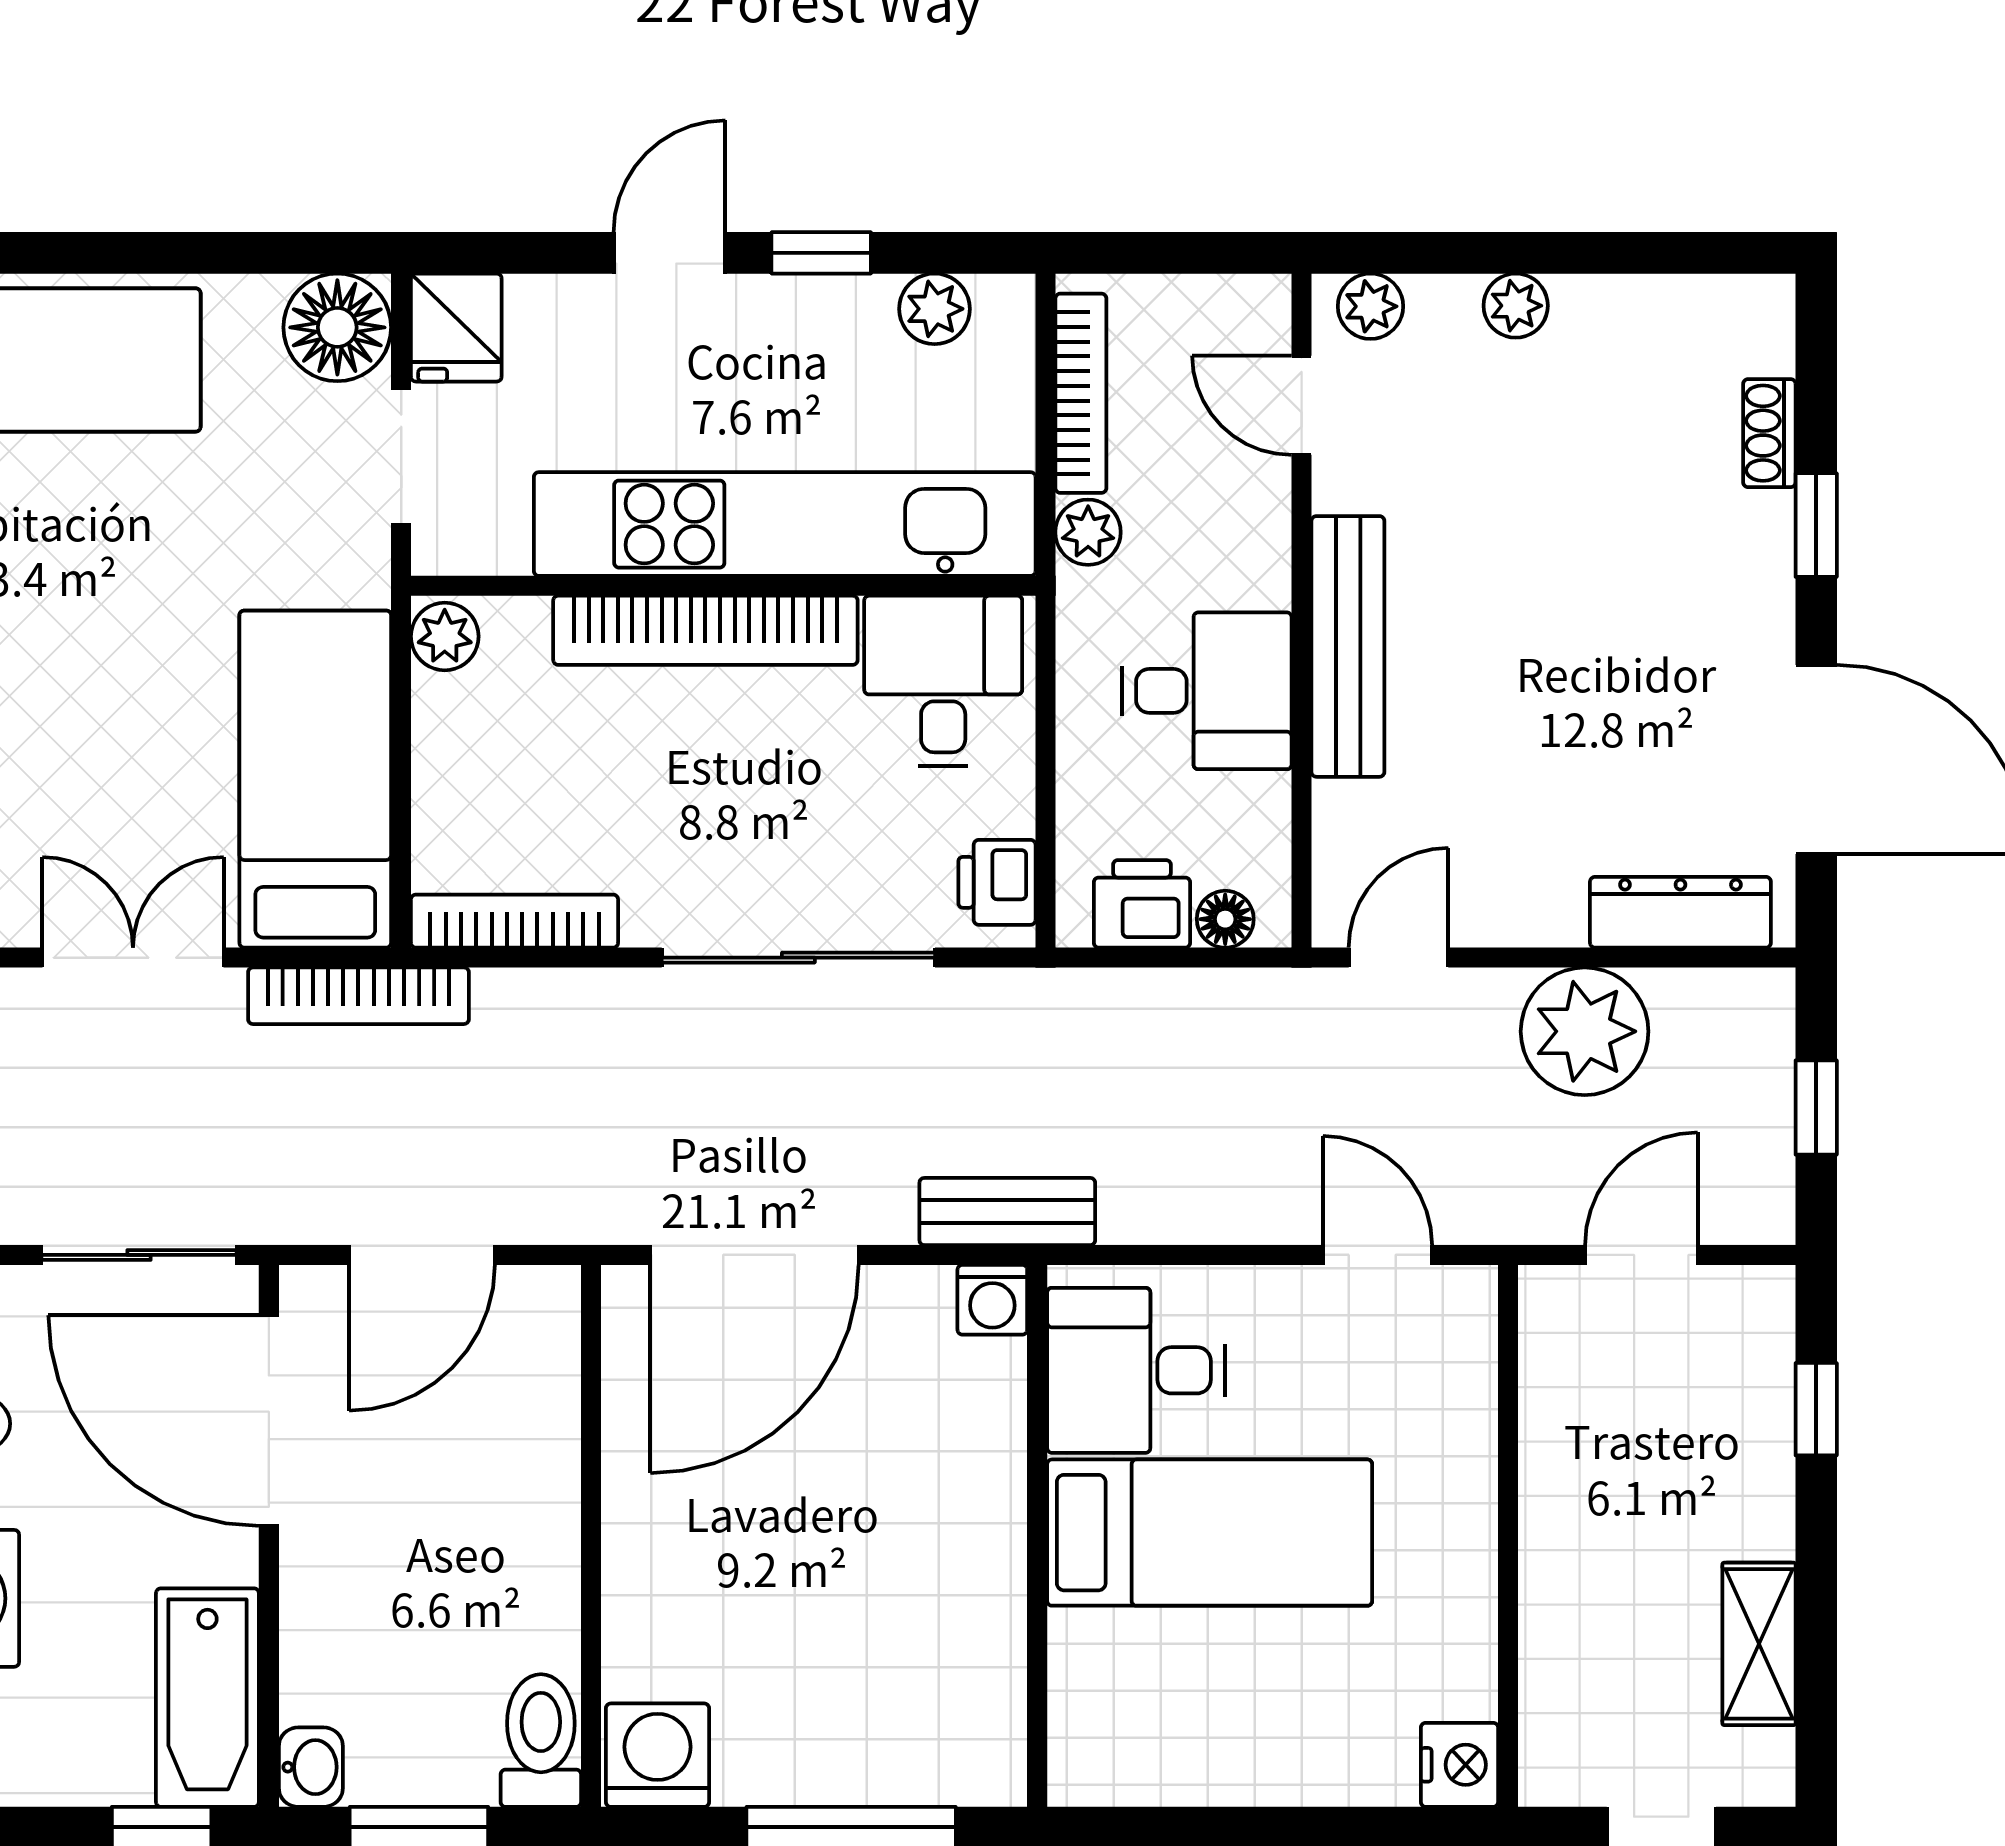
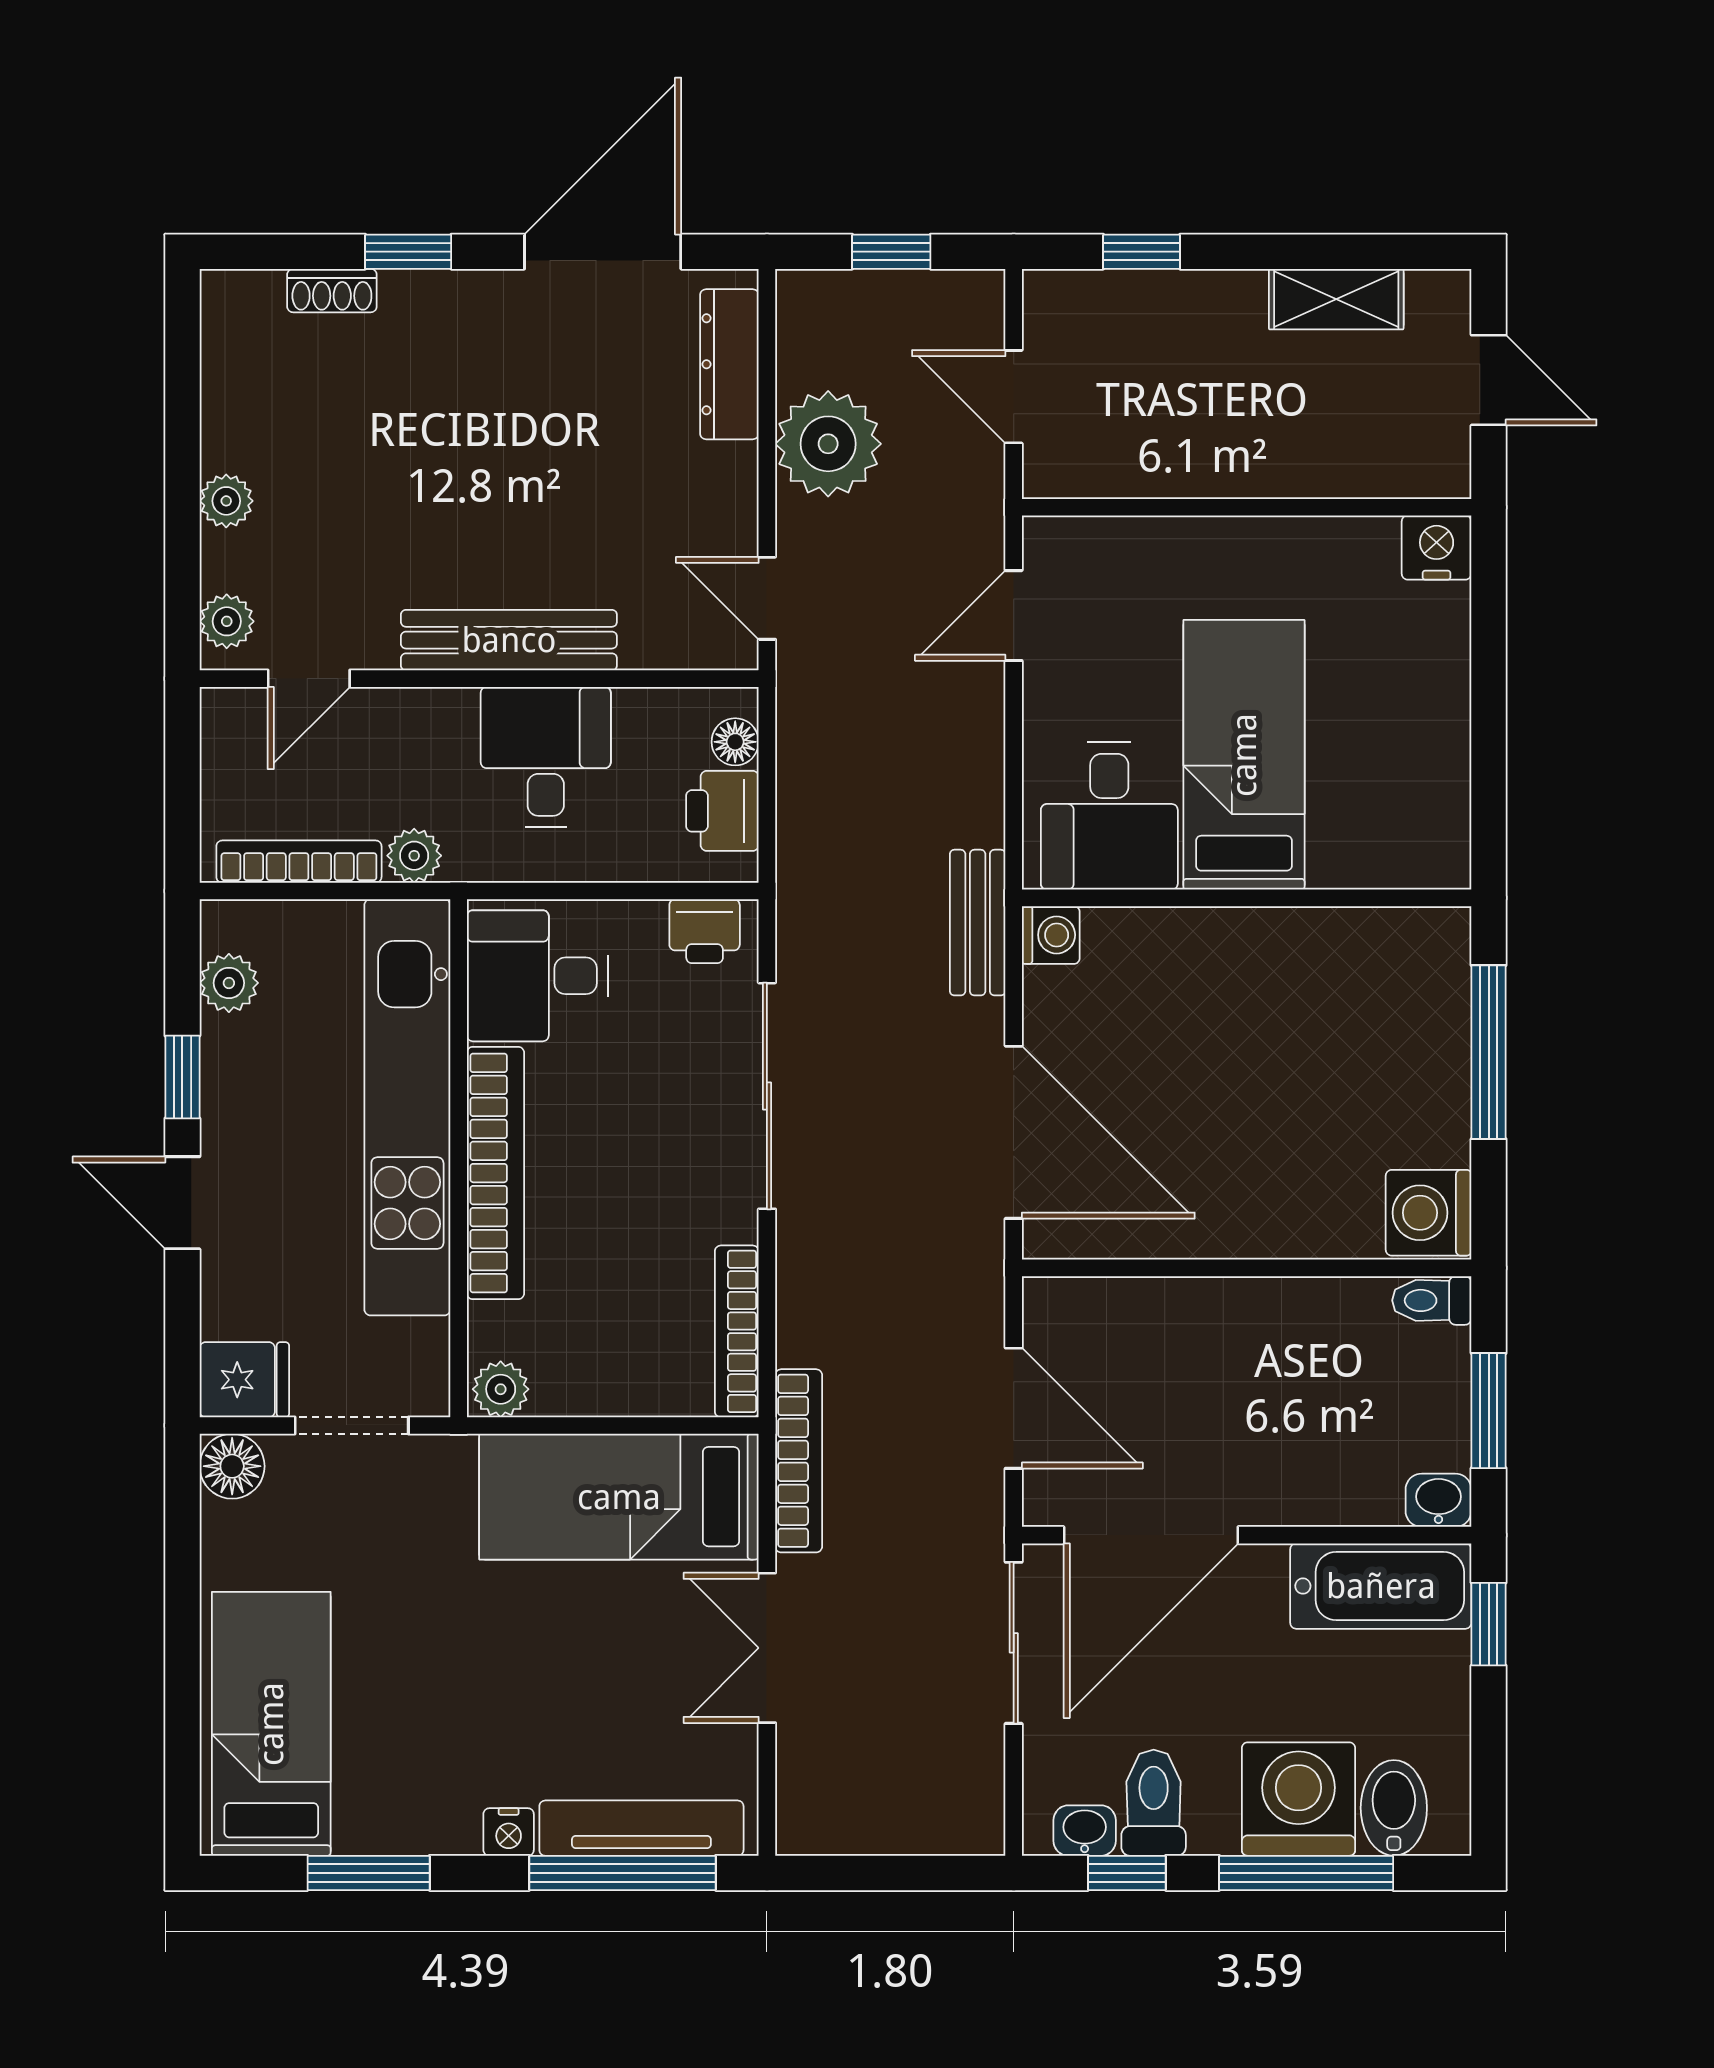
floor lamp: (337, 327) -> (232, 1466), width x0.73, depth x0.73
toilet: (541, 1741) -> (1432, 1300), width x0.73, depth x0.72

